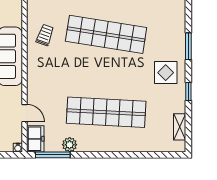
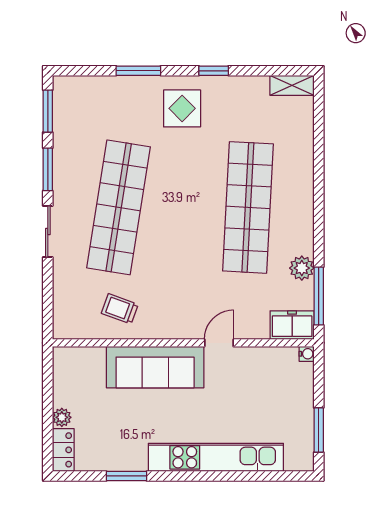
door: (25, 113) -> (219, 343), moved
shelving: (180, 127) -> (292, 85), moved

